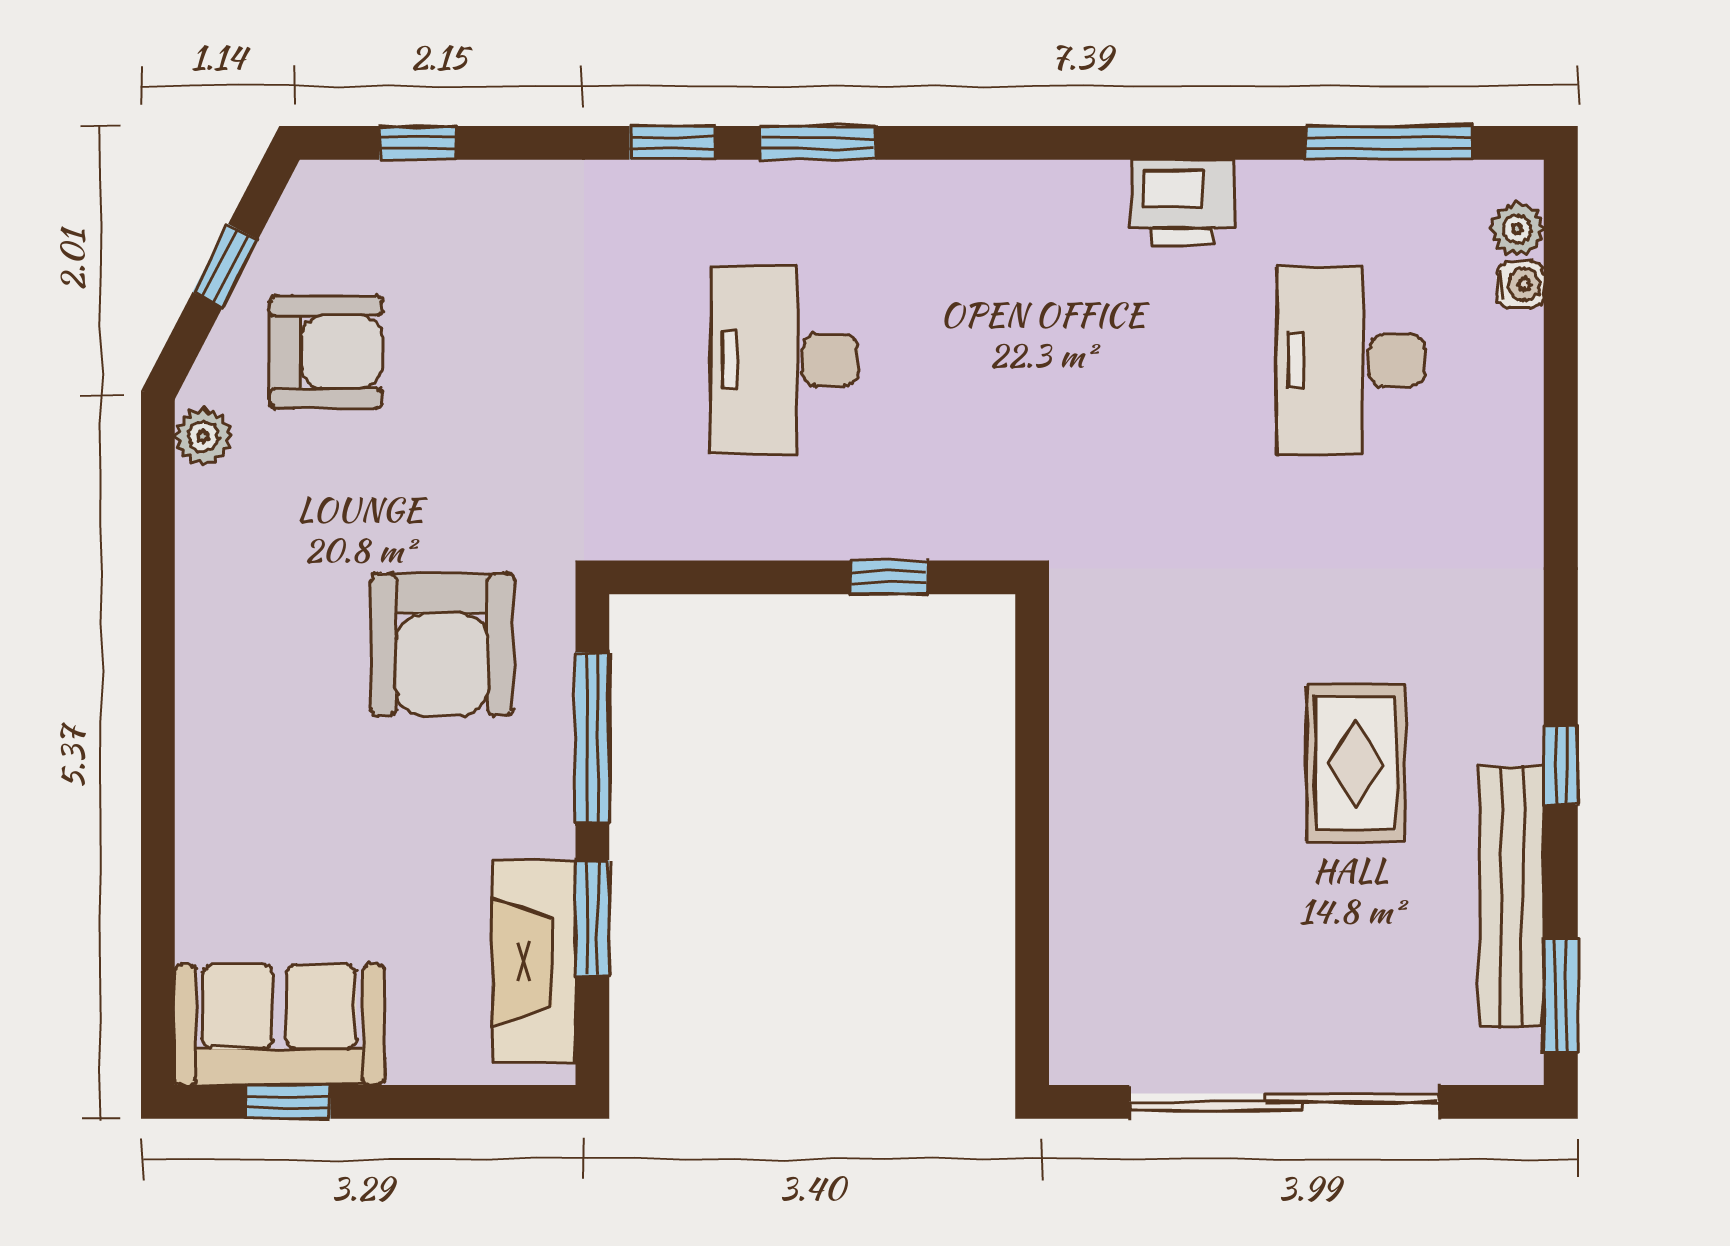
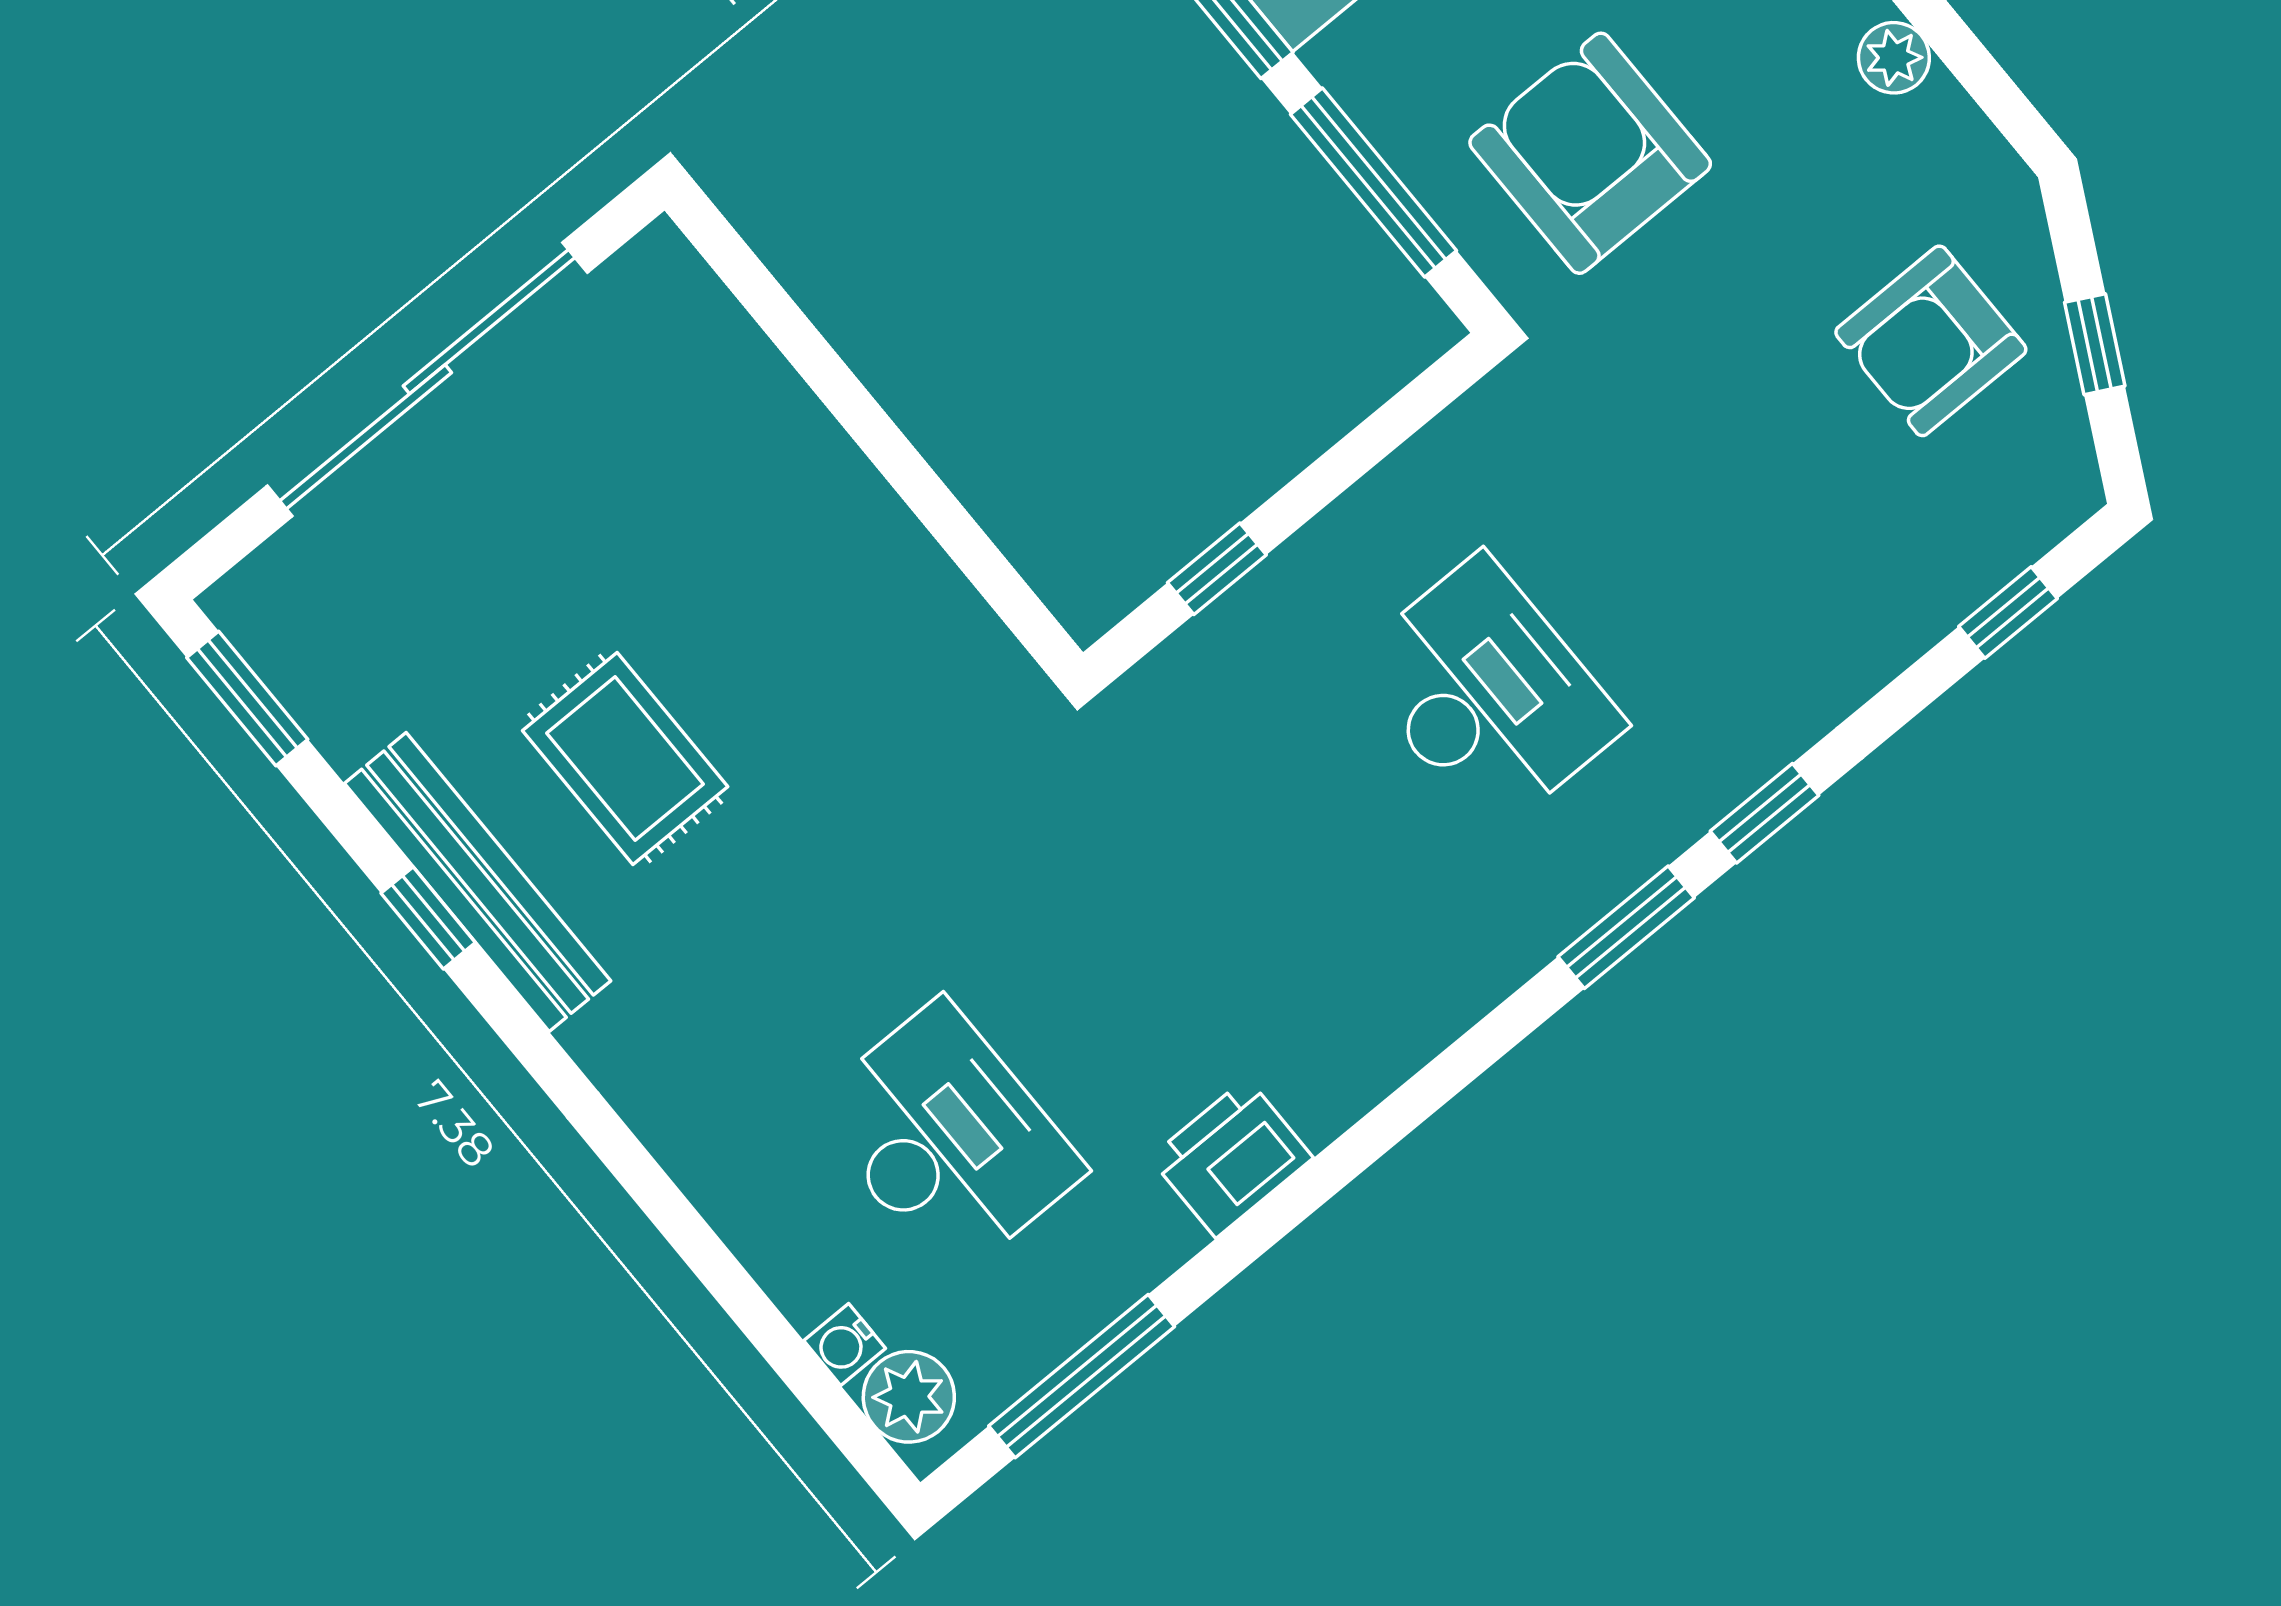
plant: (1517, 229) -> (909, 1397), width x1.38, depth x1.38
plant: (203, 437) -> (1894, 58), moved
bench: (1511, 896) -> (478, 882), moved

